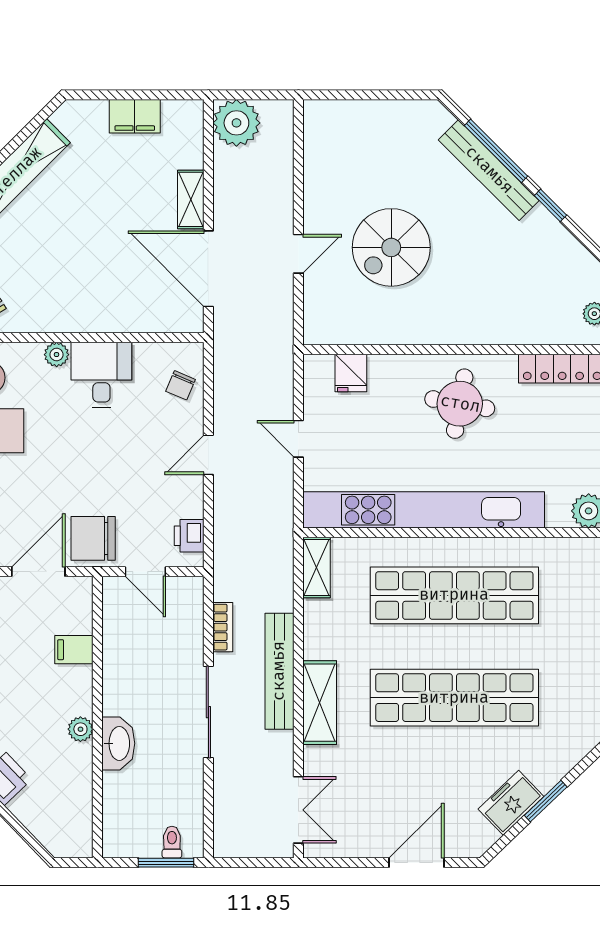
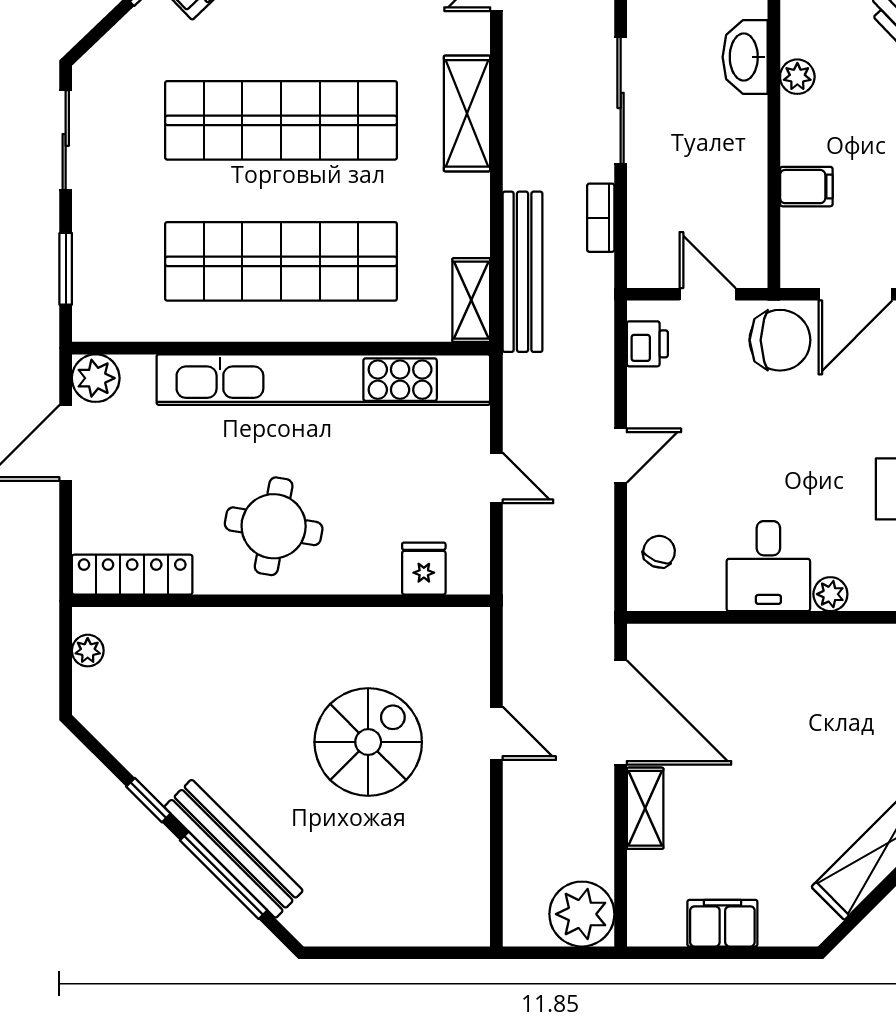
door: (298, 254) -> (496, 733), swing flipped
bench: (279, 671) -> (523, 272), moved

